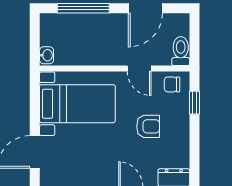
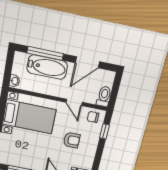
bathtub: (90, 26) -> (47, 67), added

